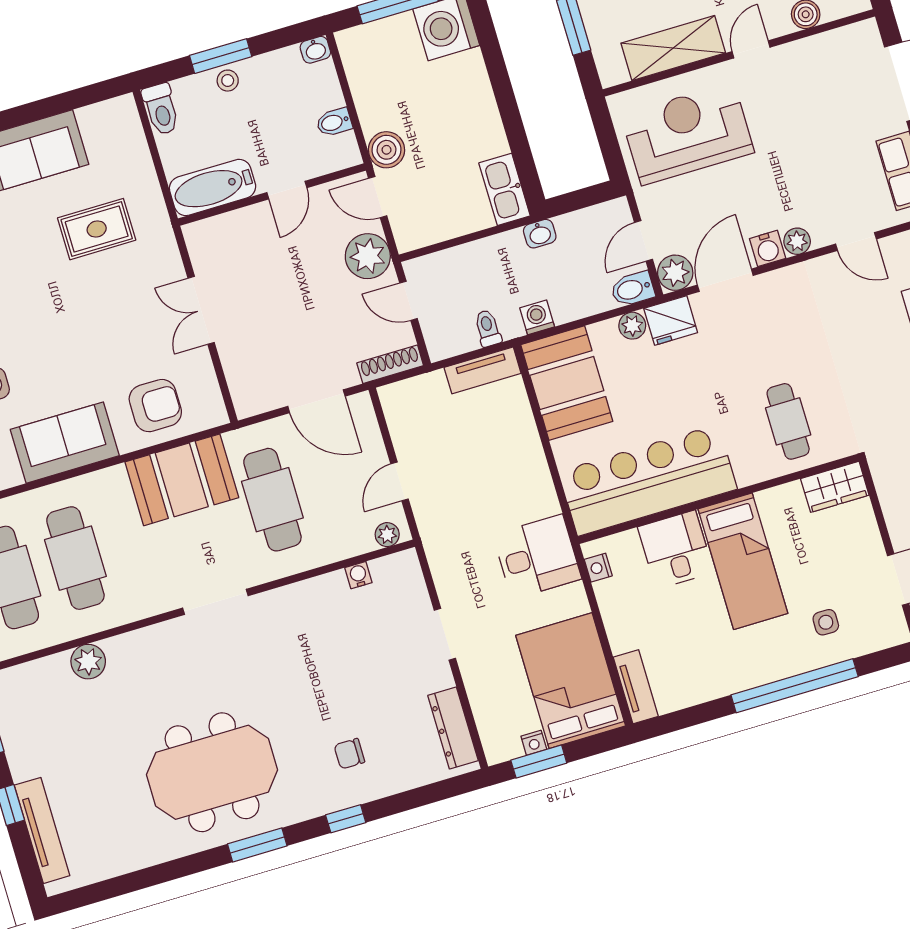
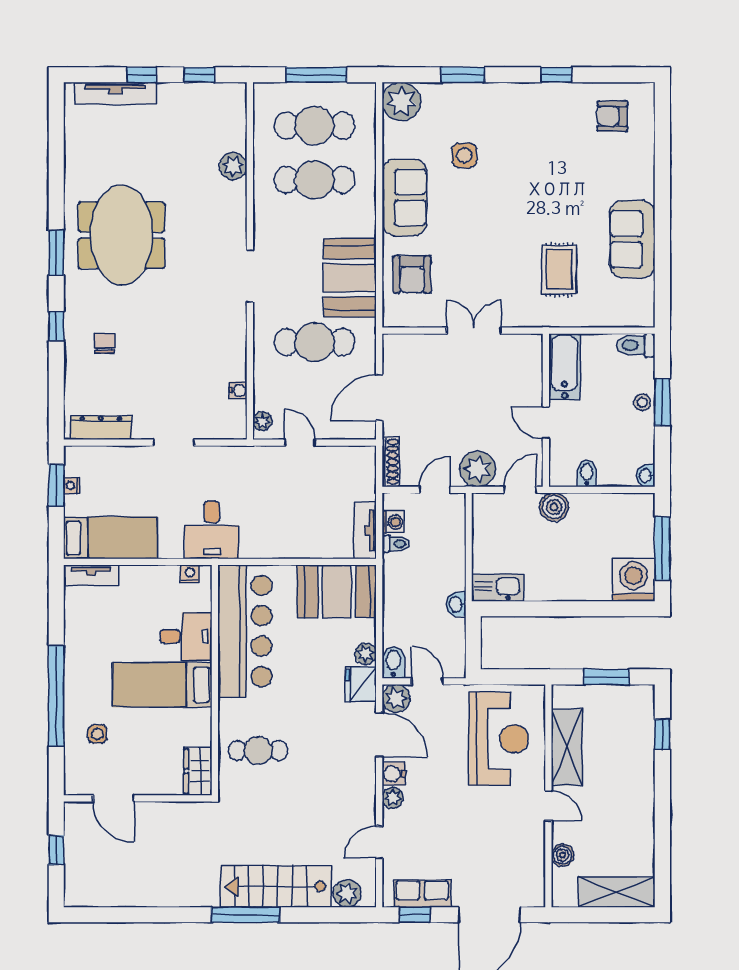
washing machine: (537, 317) -> (393, 522), moved
bed: (571, 681) -> (110, 538), width x0.67

